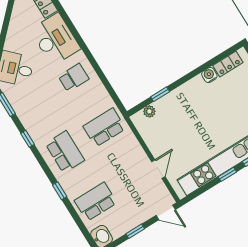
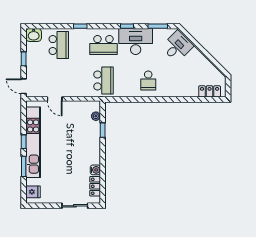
desk: (55, 39) -> (136, 41), moved, turned 180
door: (166, 212) -> (24, 86), hinge flipped

